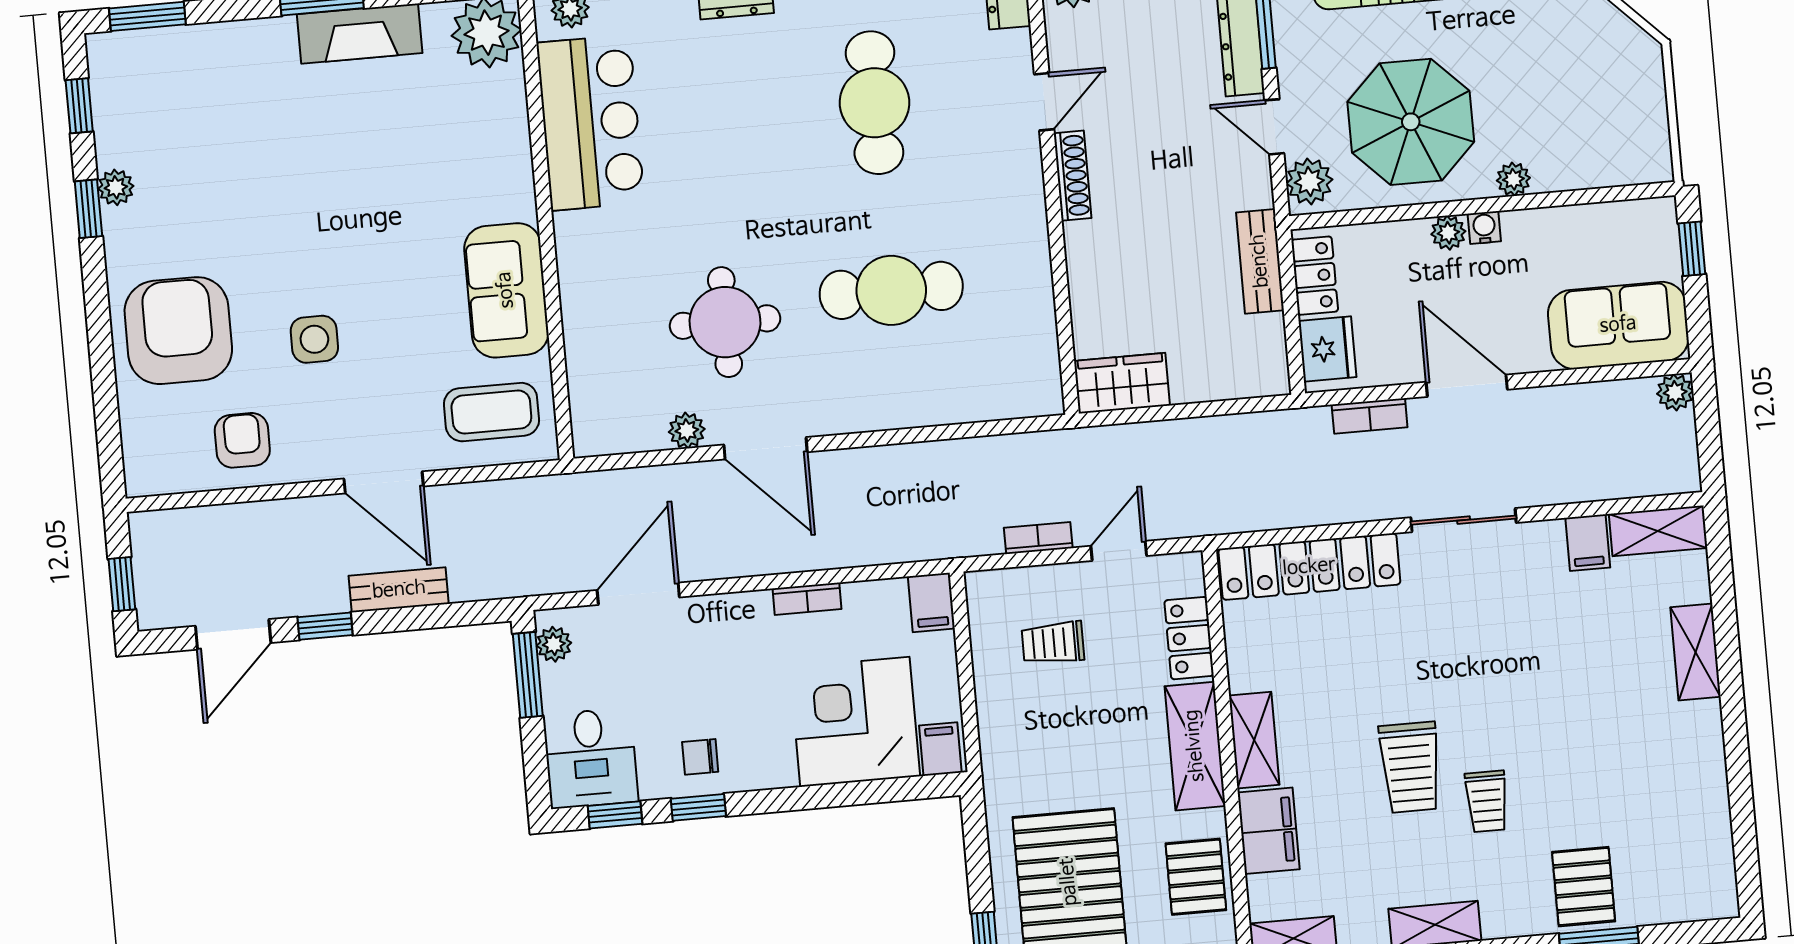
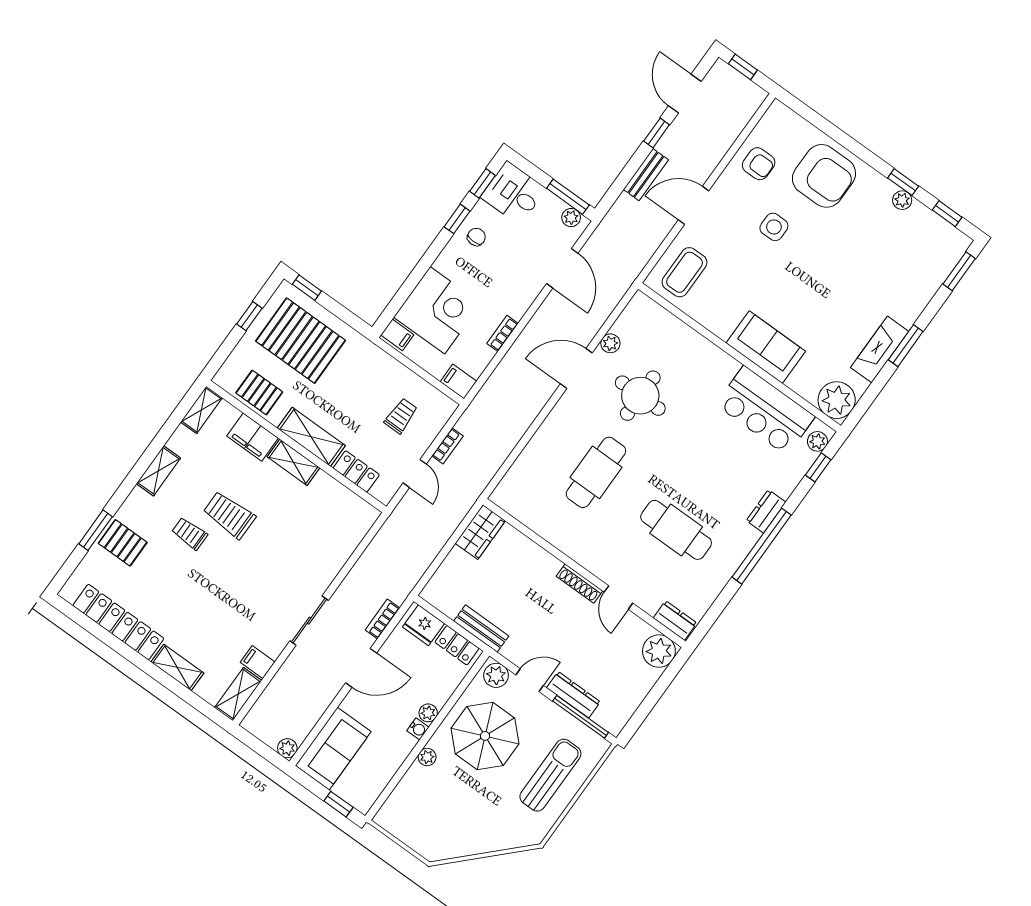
sofa: (506, 290) -> (766, 347), moved
locker: (1309, 567) -> (118, 622), moved, turned 90

